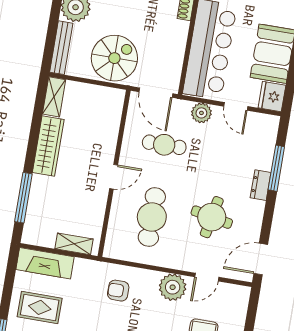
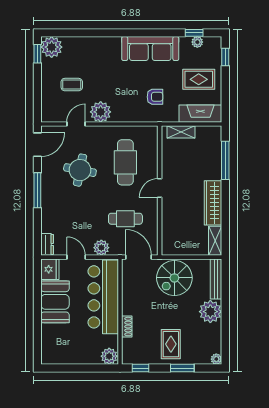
window: (276, 168) -> (37, 190), moved
dresser: (261, 185) -> (47, 244), moved
armchair: (118, 291) -> (155, 97), moved

